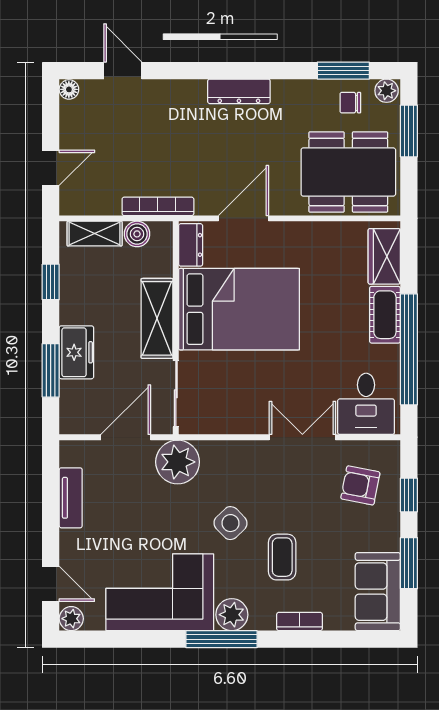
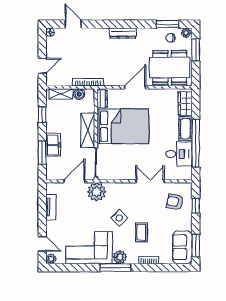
door: (244, 218) -> (135, 87), moved
desk: (366, 404) -> (179, 154), moved, turned -90
window: (409, 563) -> (196, 245), moved

